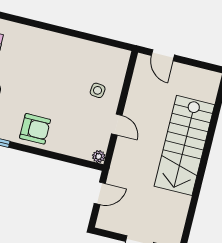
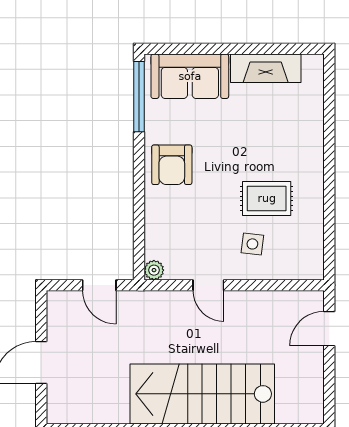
rug: (71, 74) -> (267, 198), added
door: (117, 125) -> (208, 285), hinge flipped

